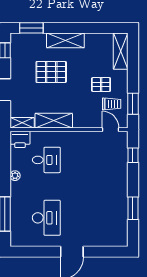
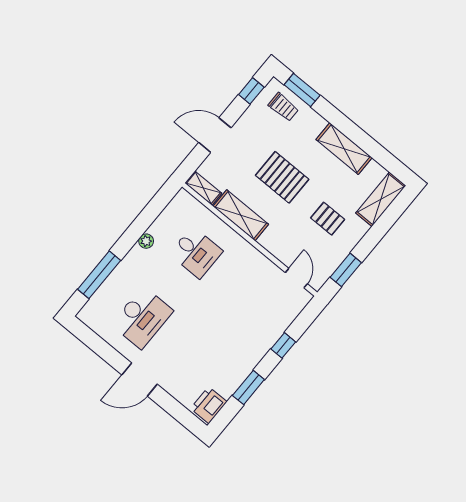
shelving: (65, 40) -> (344, 149), moved
pallet: (51, 72) -> (282, 177), moved
trolley: (112, 104) -> (283, 107), moved
printer: (20, 139) -> (209, 405), moved, turned 90
window: (133, 155) -> (283, 345), moved

